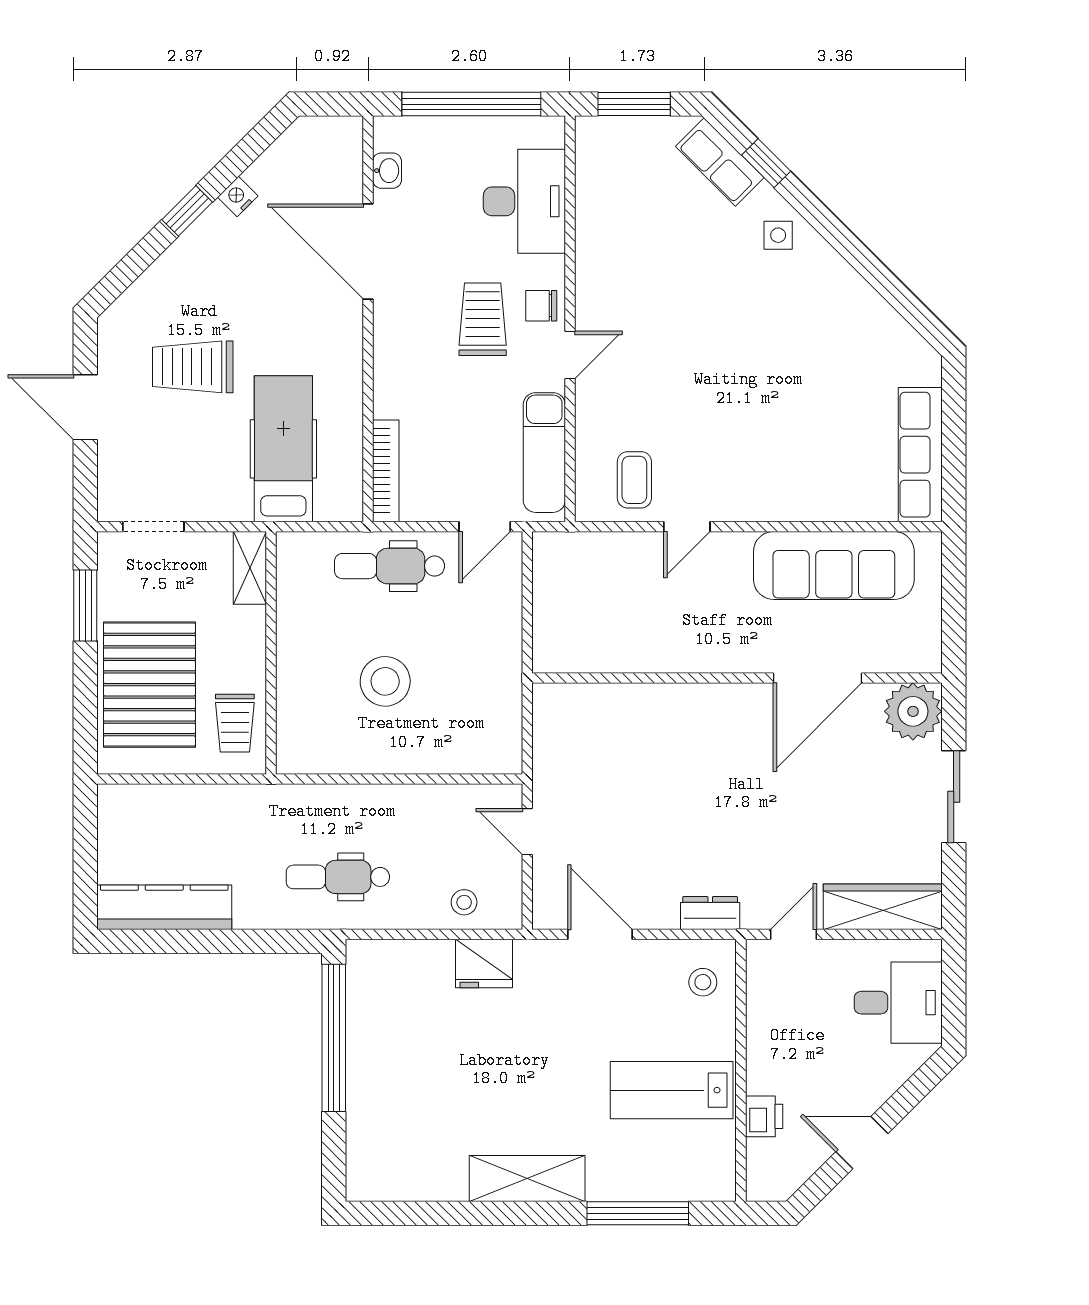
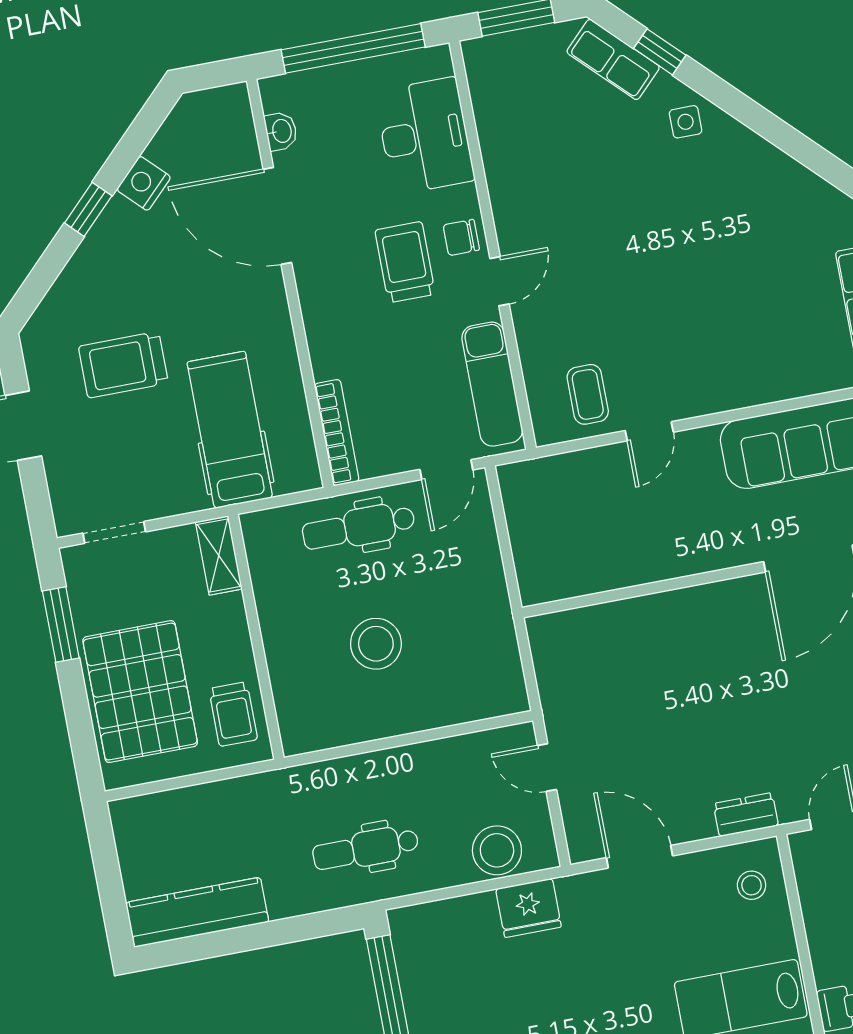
nightstand: (238, 197) -> (144, 183), width x1.39, depth x1.35
stool: (464, 902) -> (497, 850), width x1.89, depth x1.89

